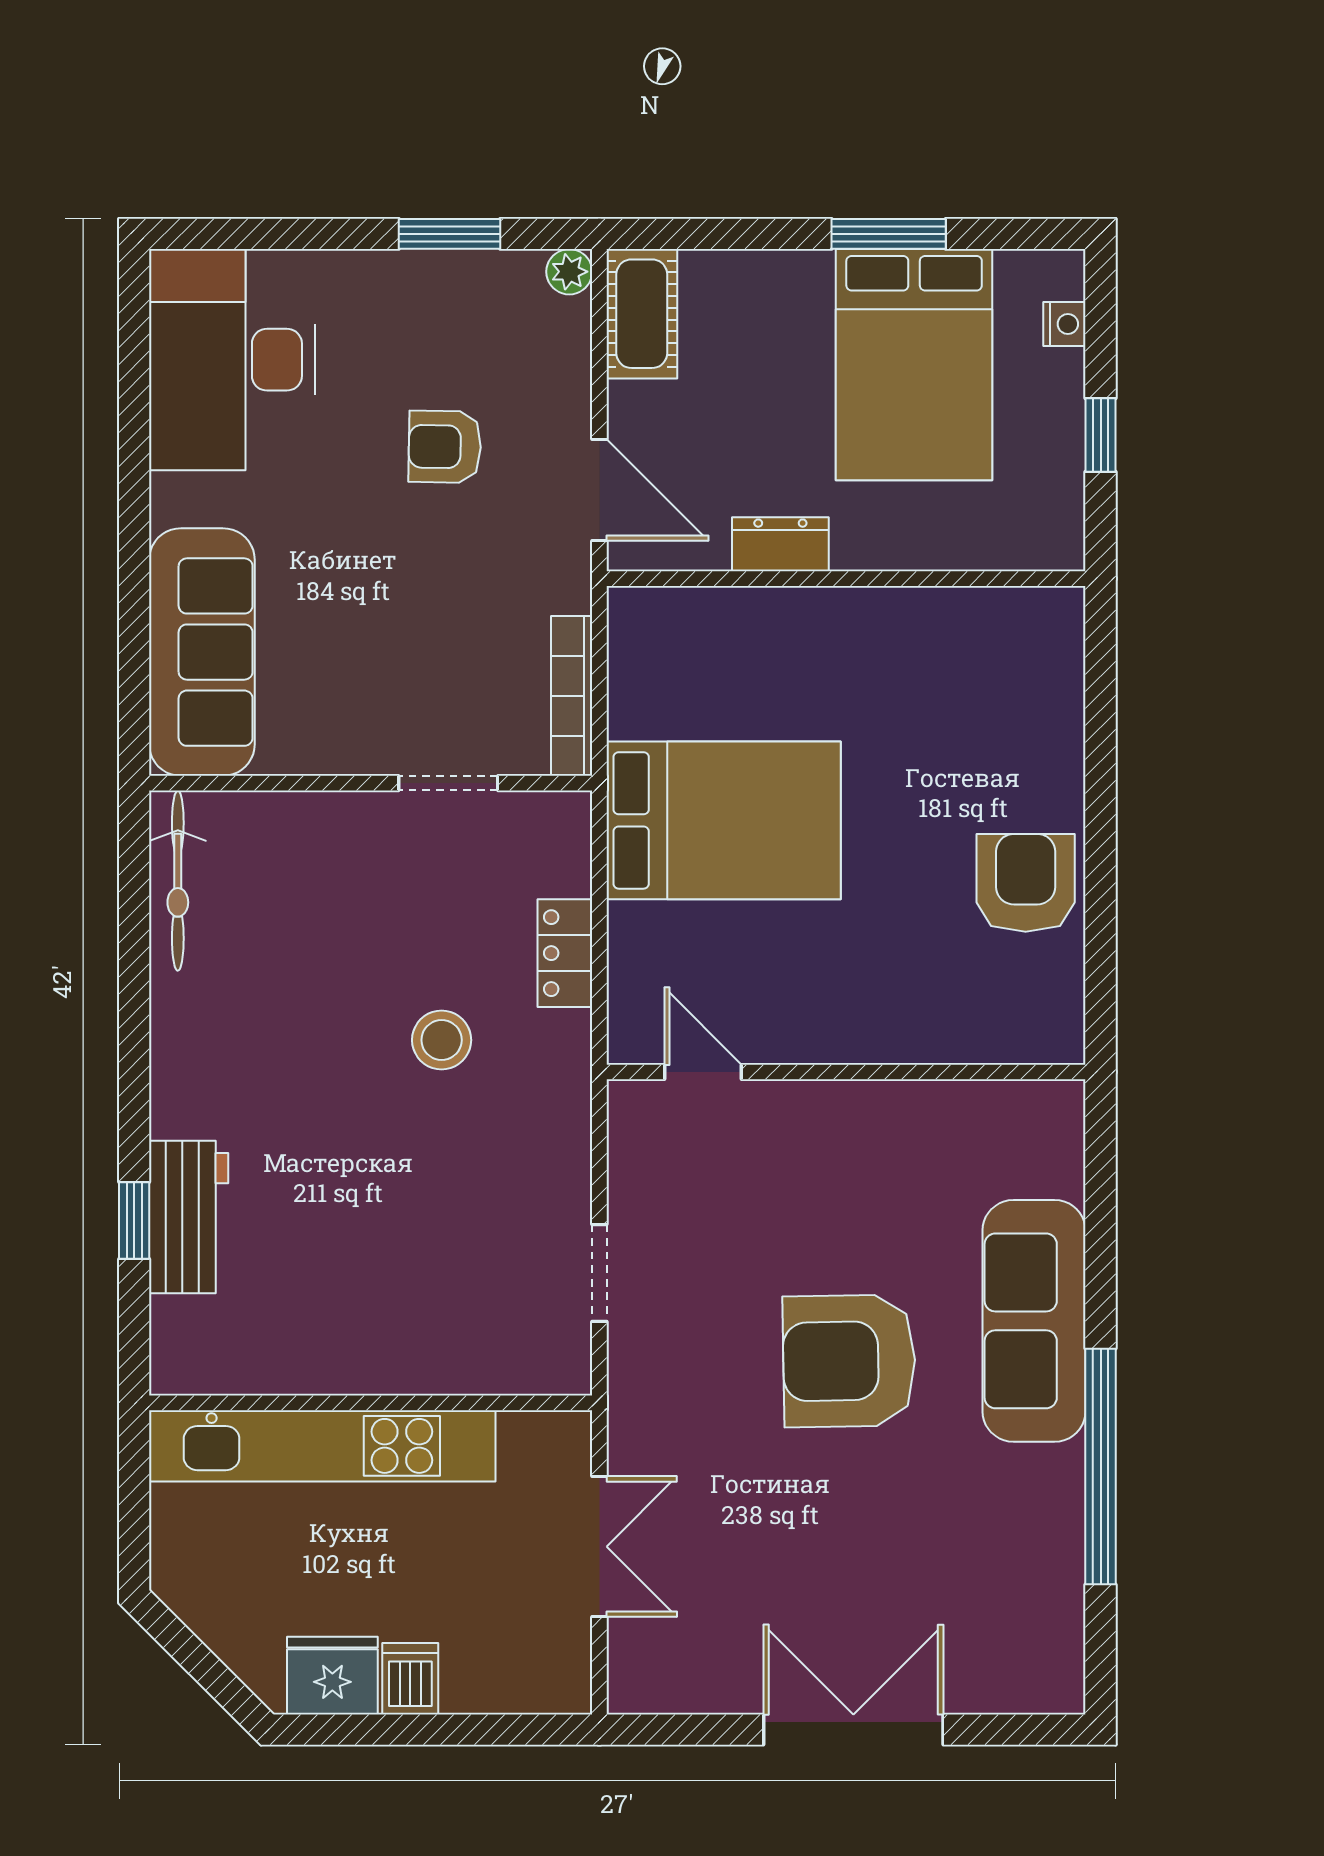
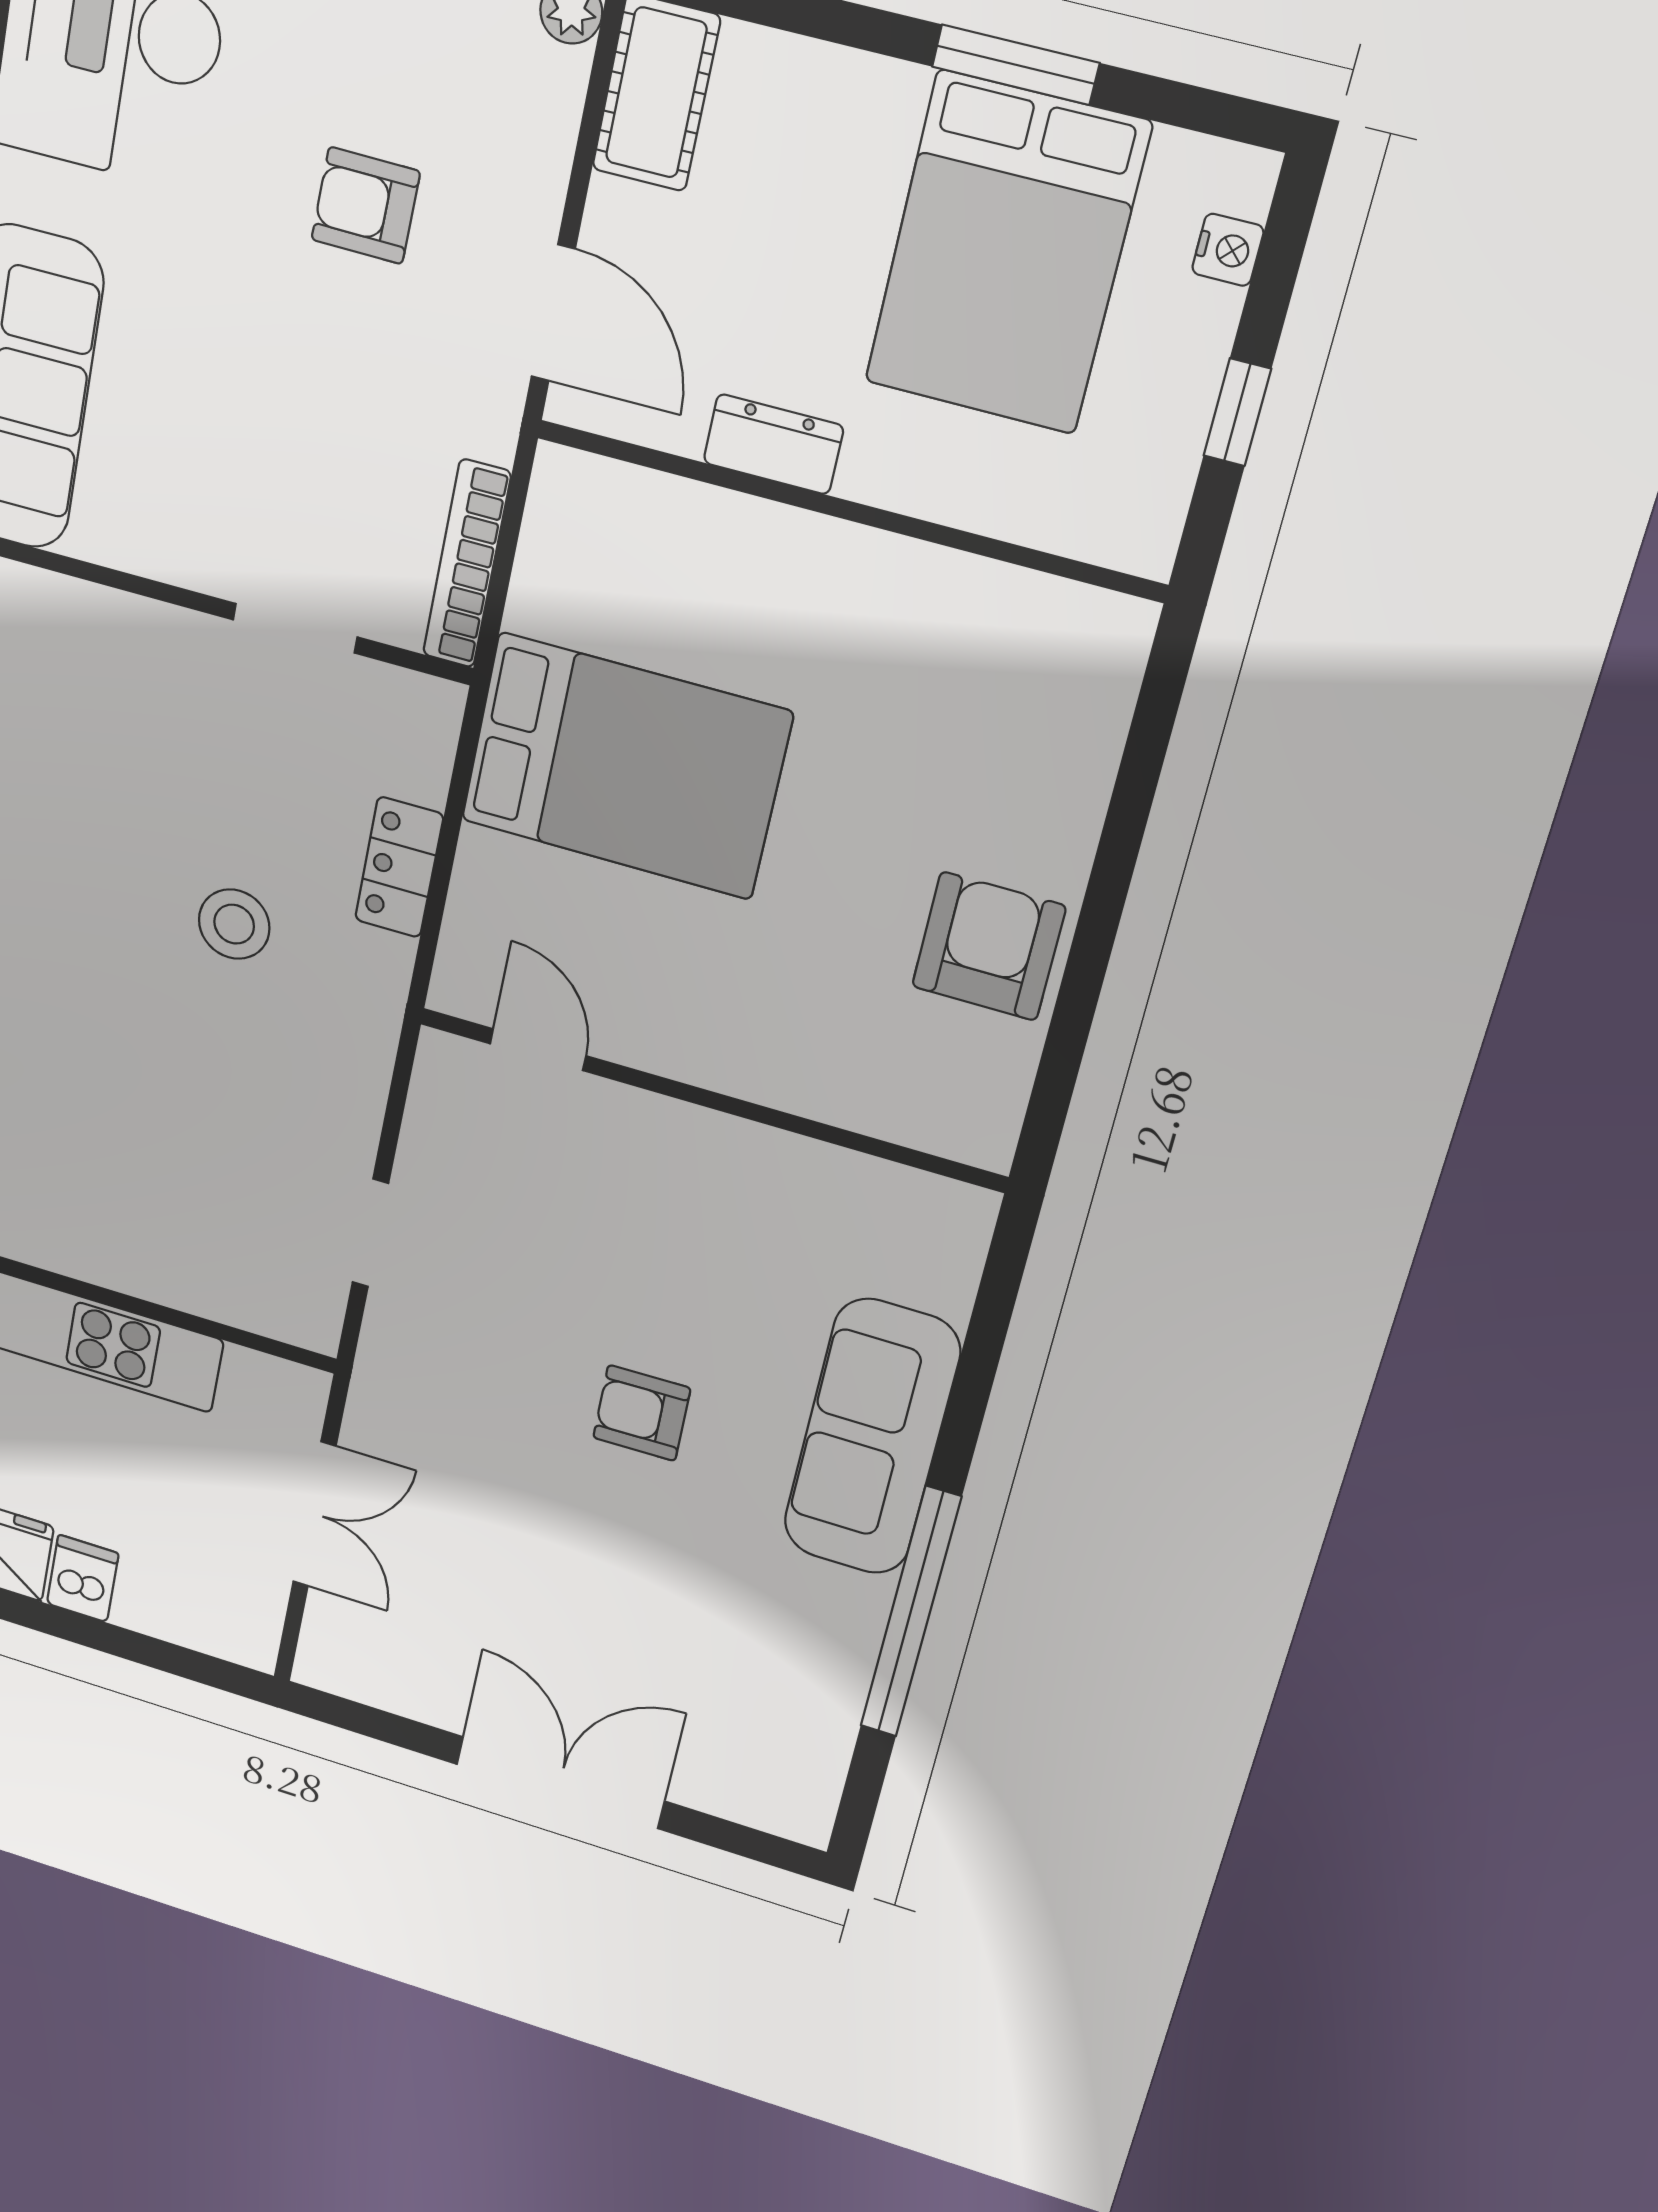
armchair: (849, 1361) -> (642, 1413), width x0.53, depth x0.53

